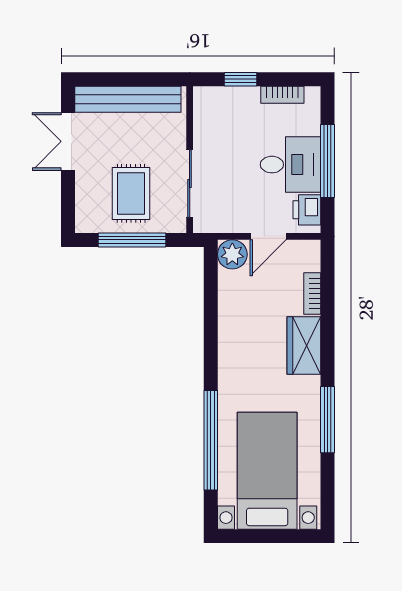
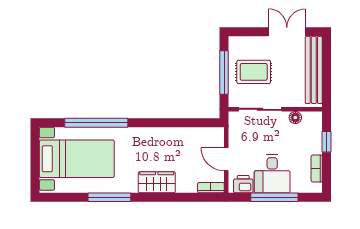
floor lamp: (203, 128) -> (295, 118), added
plant: (232, 254) -> (215, 137), removed
bookcase: (312, 293) -> (211, 188), moved

